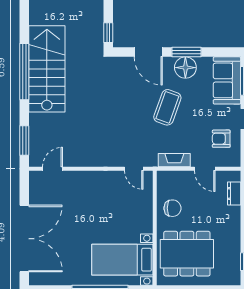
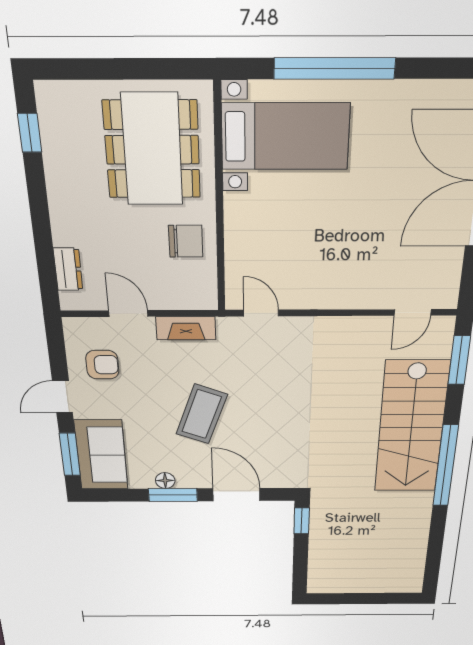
floor lamp: (185, 68) -> (165, 481), width x0.53, depth x0.53
stairs: (47, 69) -> (411, 428), moved
chair: (172, 208) -> (186, 241), turned 180
dining table: (187, 254) -> (152, 150), turned 90

